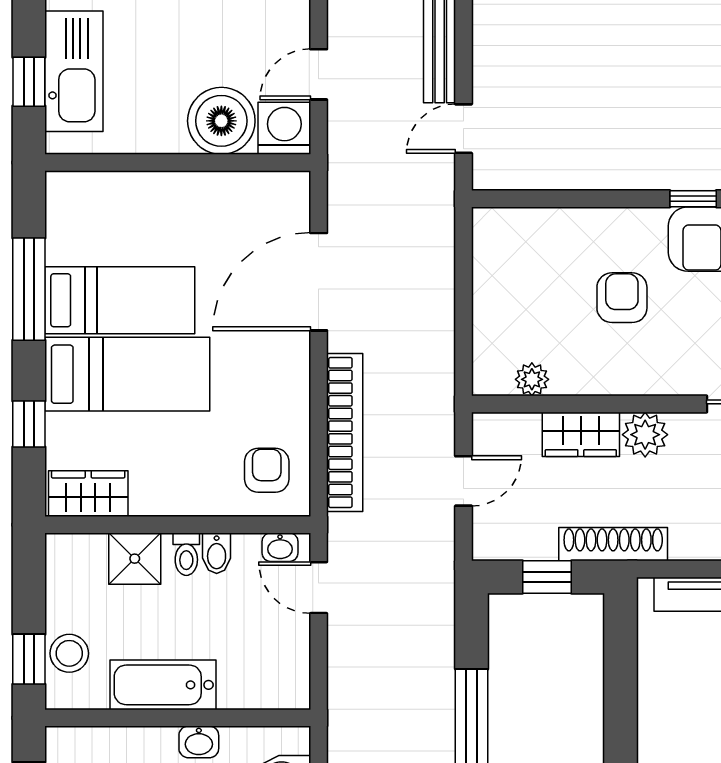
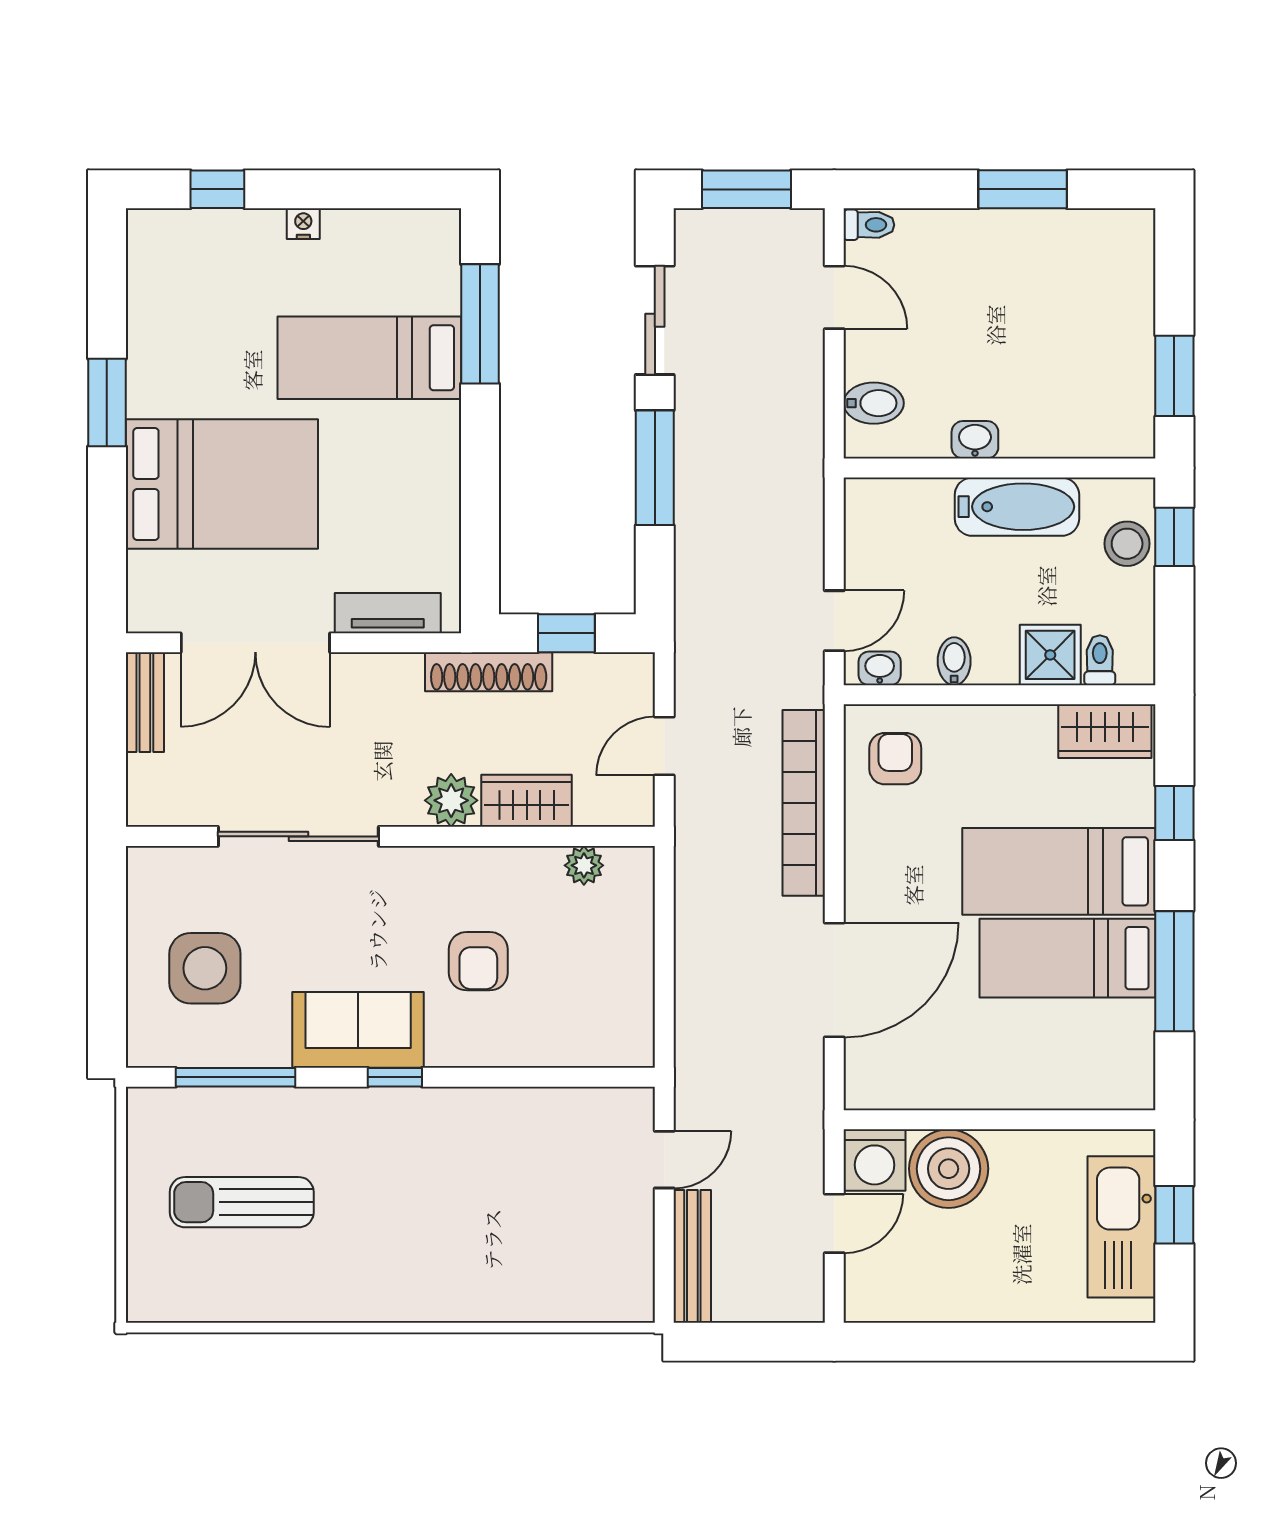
armchair: (267, 470) -> (895, 759), turned 180
toilet: (186, 554) -> (1100, 660), moved
door: (319, 588) -> (834, 621), hinge flipped

